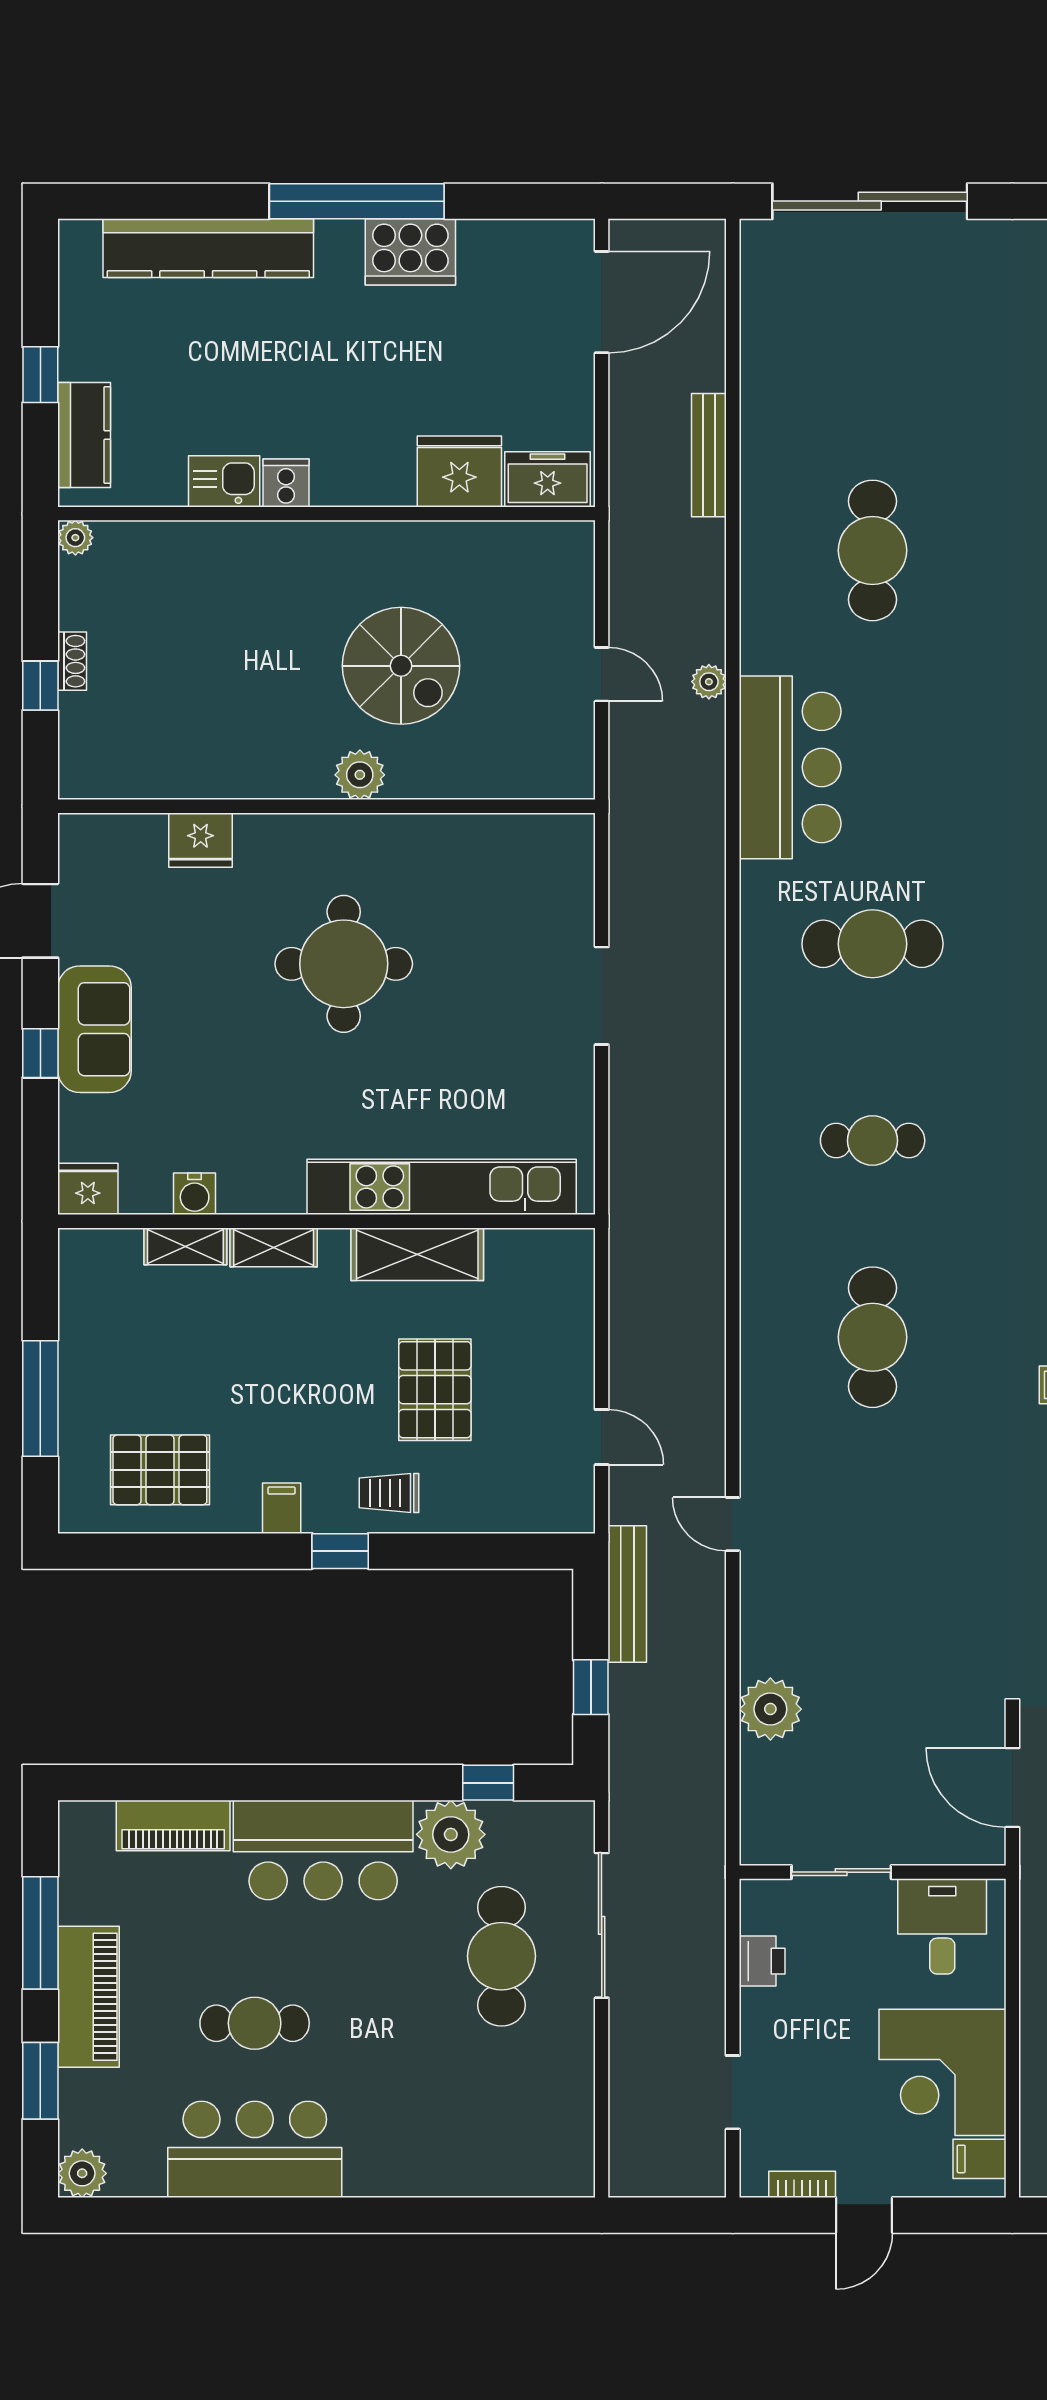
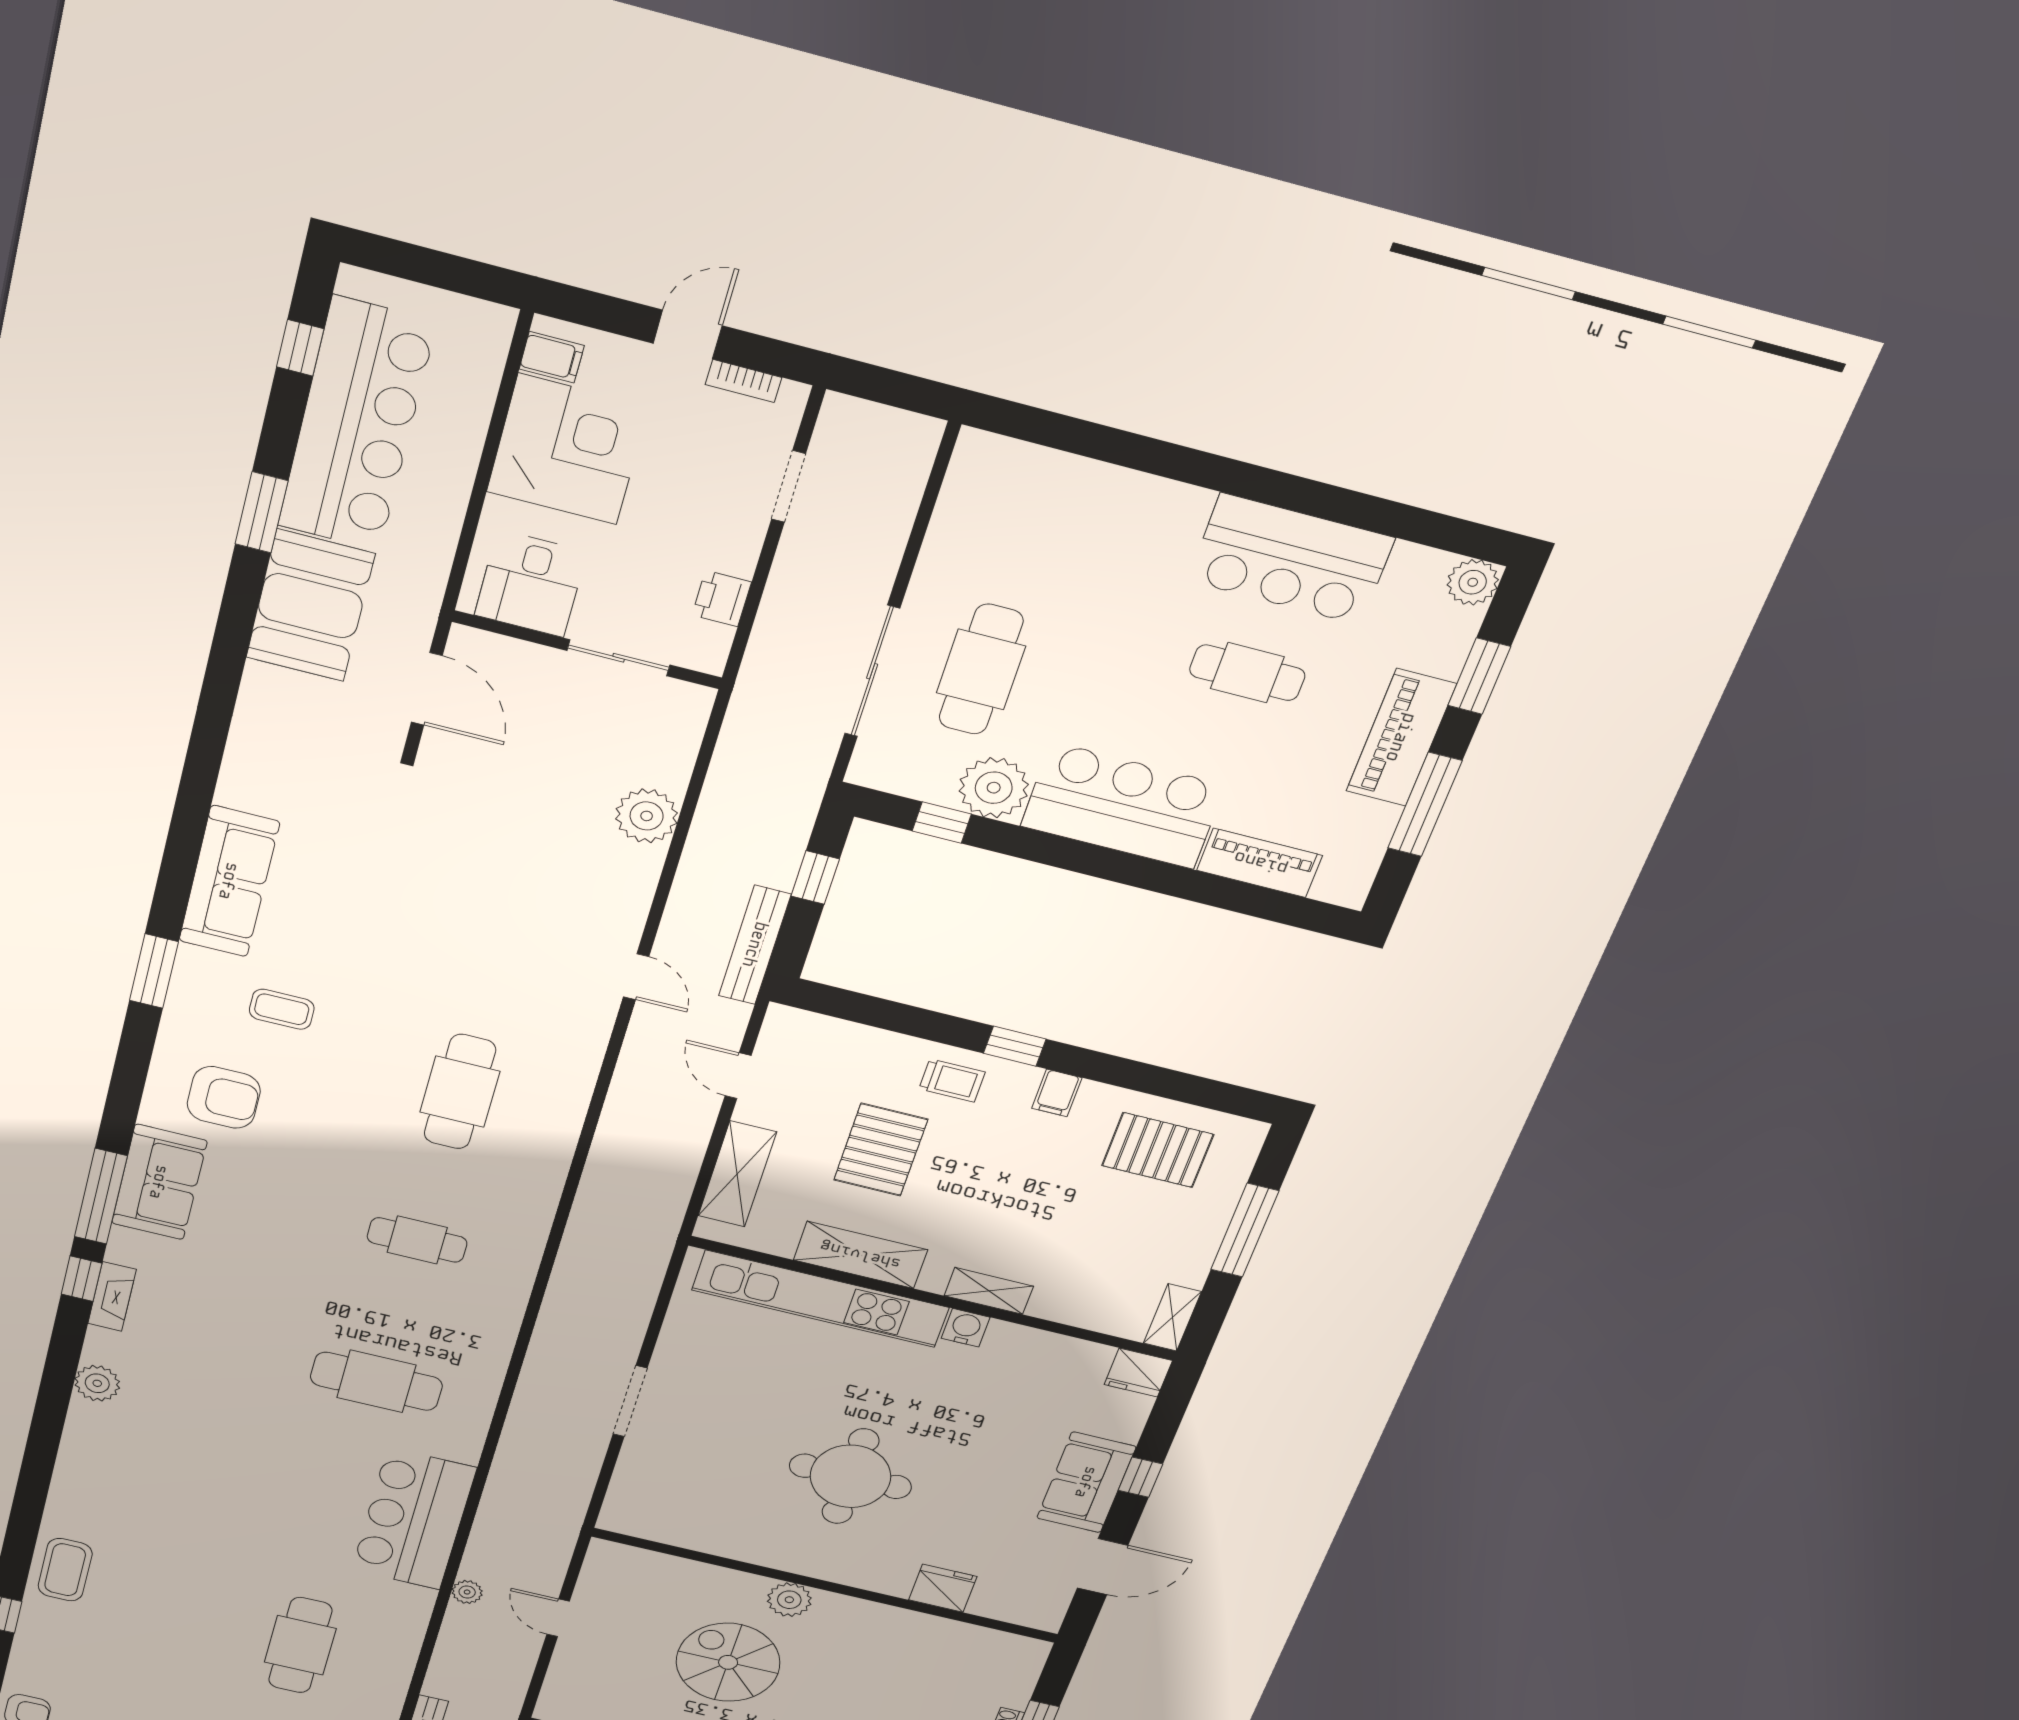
water cooler: (195, 1194) -> (966, 1328), moved
shelving: (185, 1246) -> (1172, 1317), moved, turned 90
shelving: (570, 1318) -> (737, 1174), added

